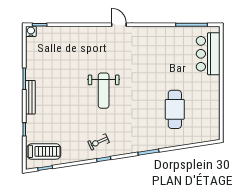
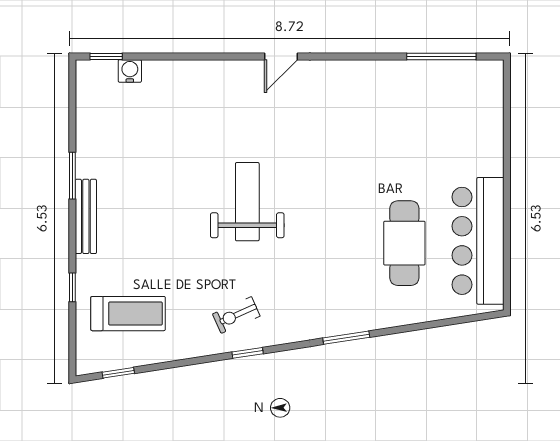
door: (119, 25) -> (281, 56), swing flipped
water cooler: (31, 31) -> (130, 71), moved
bar counter: (208, 54) -> (478, 241), moved, width x1.36
weight bench: (104, 91) -> (247, 202), turned 180
treadmill: (44, 151) -> (128, 314), moved

